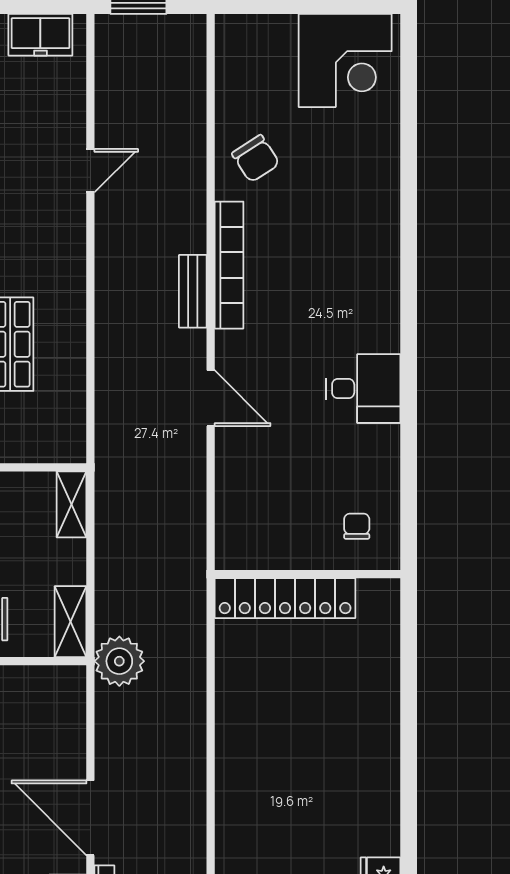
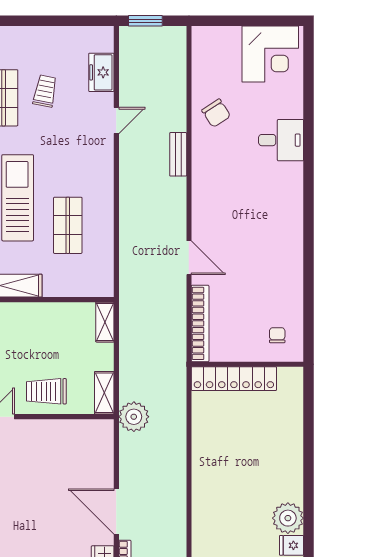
freezer: (40, 35) -> (101, 72), moved, turned 90
bookcase: (229, 265) -> (200, 323), moved
bench: (193, 291) -> (178, 154), moved
desk: (363, 389) -> (281, 140), moved
plant: (374, 829) -> (288, 518), added

